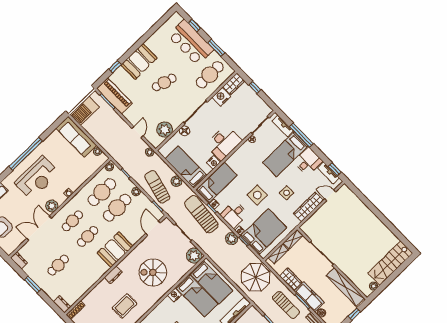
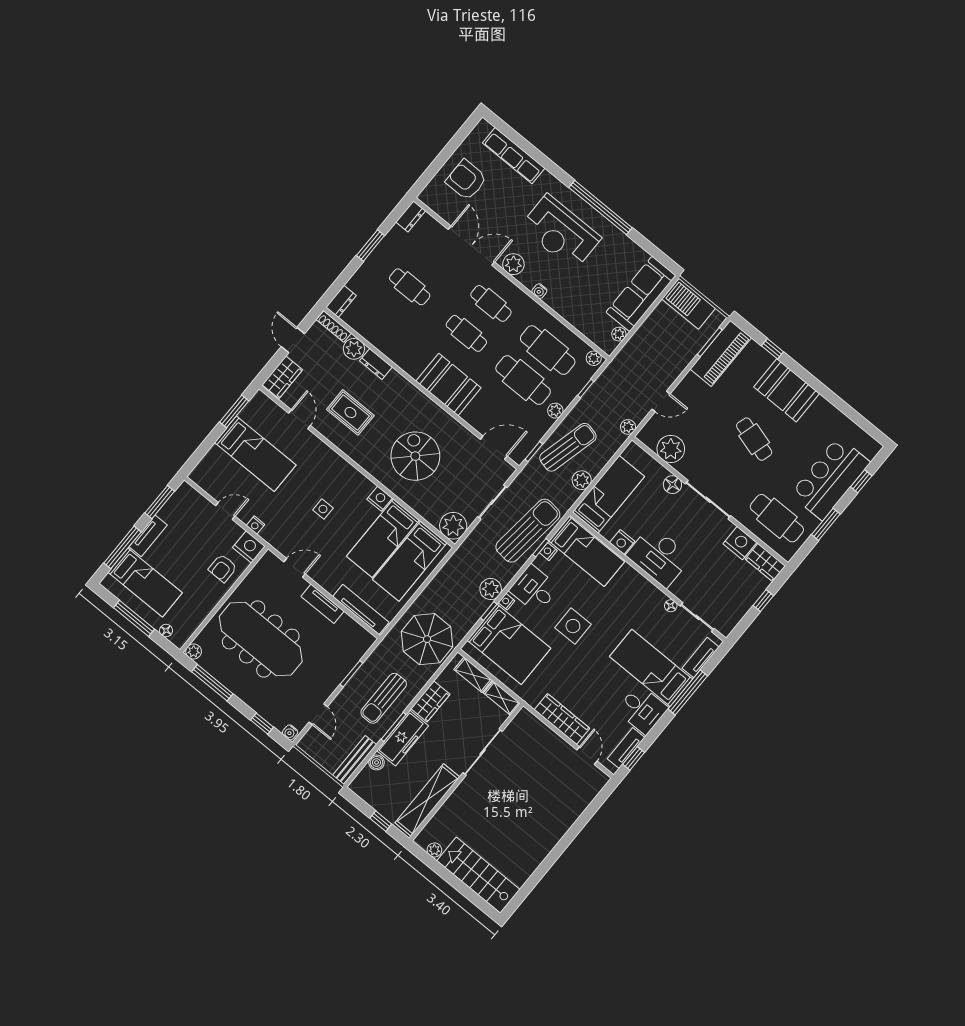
side table: (287, 193) -> (583, 678), removed
dresser: (113, 275) -> (376, 364), moved
plant: (89, 300) -> (354, 349), added

